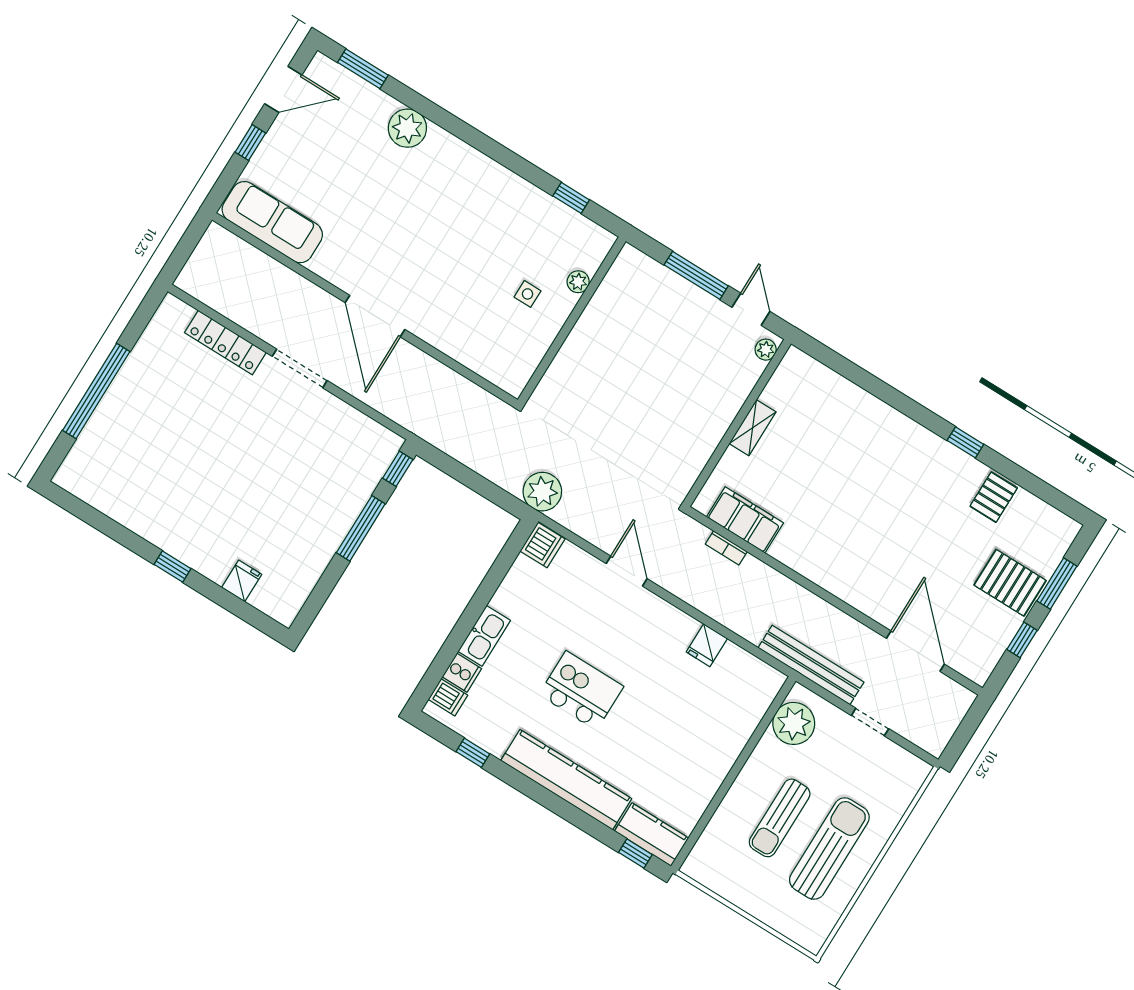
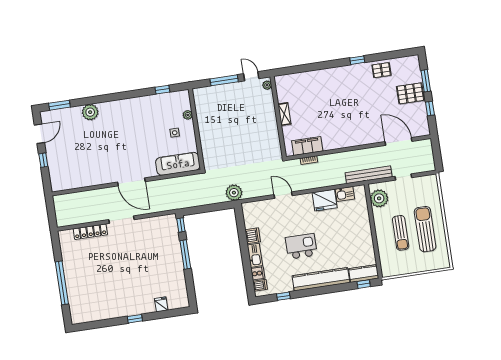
sofa: (272, 222) -> (178, 164), moved
pallet: (994, 497) -> (381, 70), turned 90
dishwasher: (543, 545) -> (253, 236), moved
fridge: (707, 645) -> (325, 200), width x1.88, depth x1.34
kitchen sink: (739, 663) -> (345, 194), added

